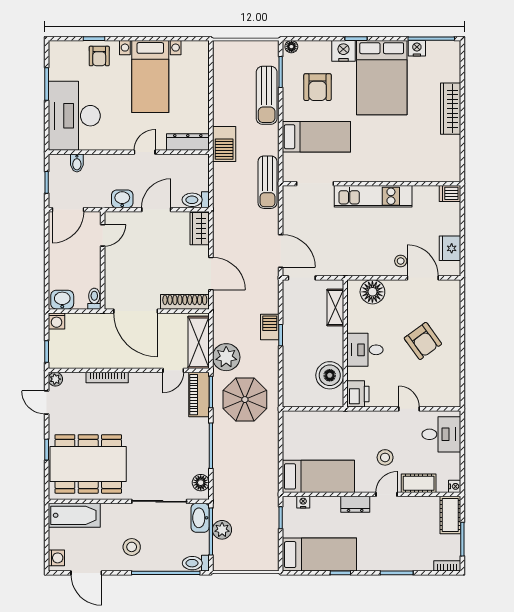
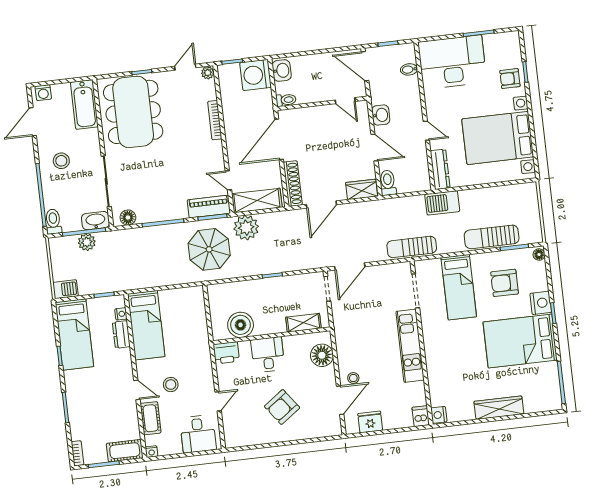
nightstand: (417, 48) -> (439, 415), moved, turned 180
bed with nightstands: (150, 76) -> (498, 138), width x1.36
washing machine: (57, 321) -> (256, 75), width x1.89, depth x1.89
barbecue: (270, 327) -> (65, 289), moved
dresser: (355, 504) -> (121, 334), moved

